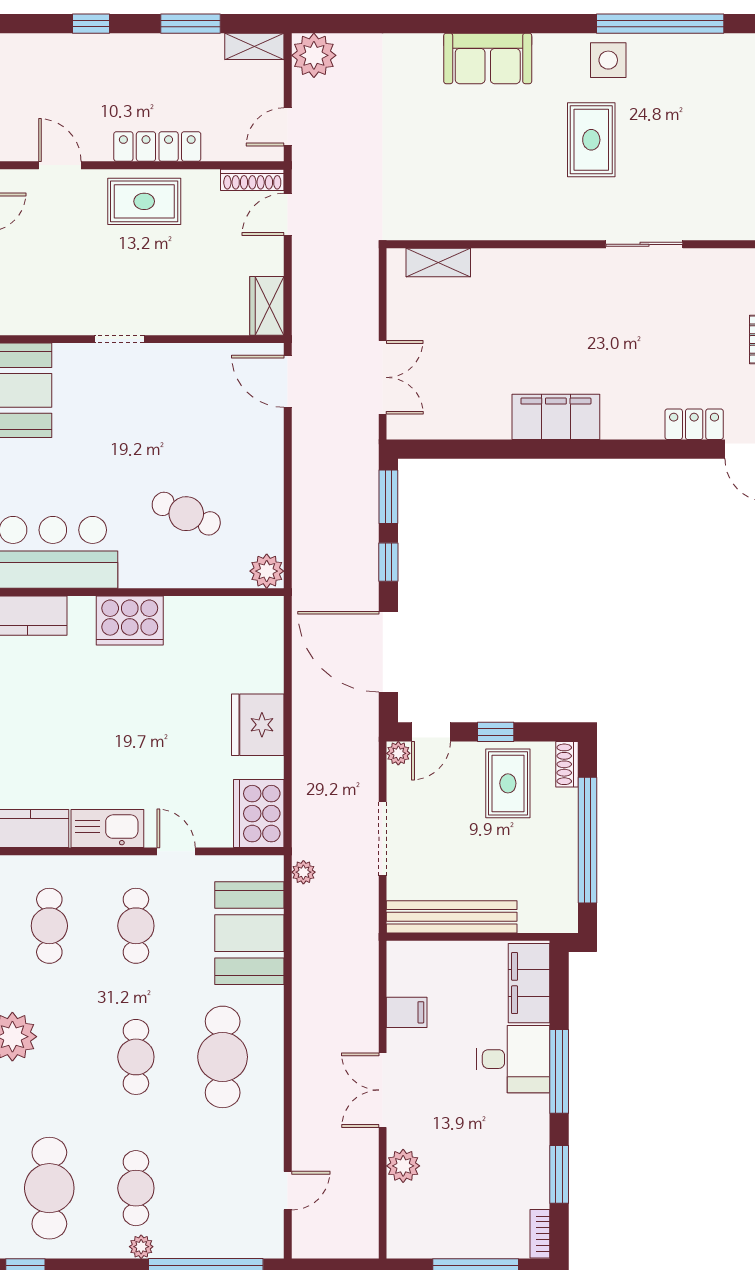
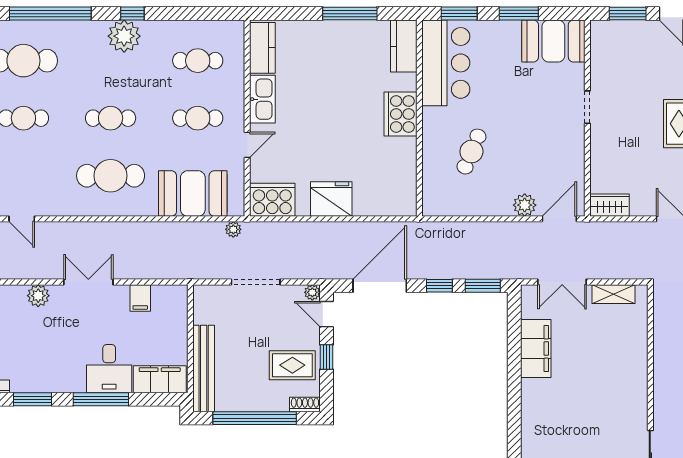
shelving: (438, 263) -> (614, 294), moved, turned 90
filing cabinet: (556, 417) -> (536, 349), moved
plant: (267, 571) -> (525, 205), moved
bench: (452, 917) -> (204, 368), moved

